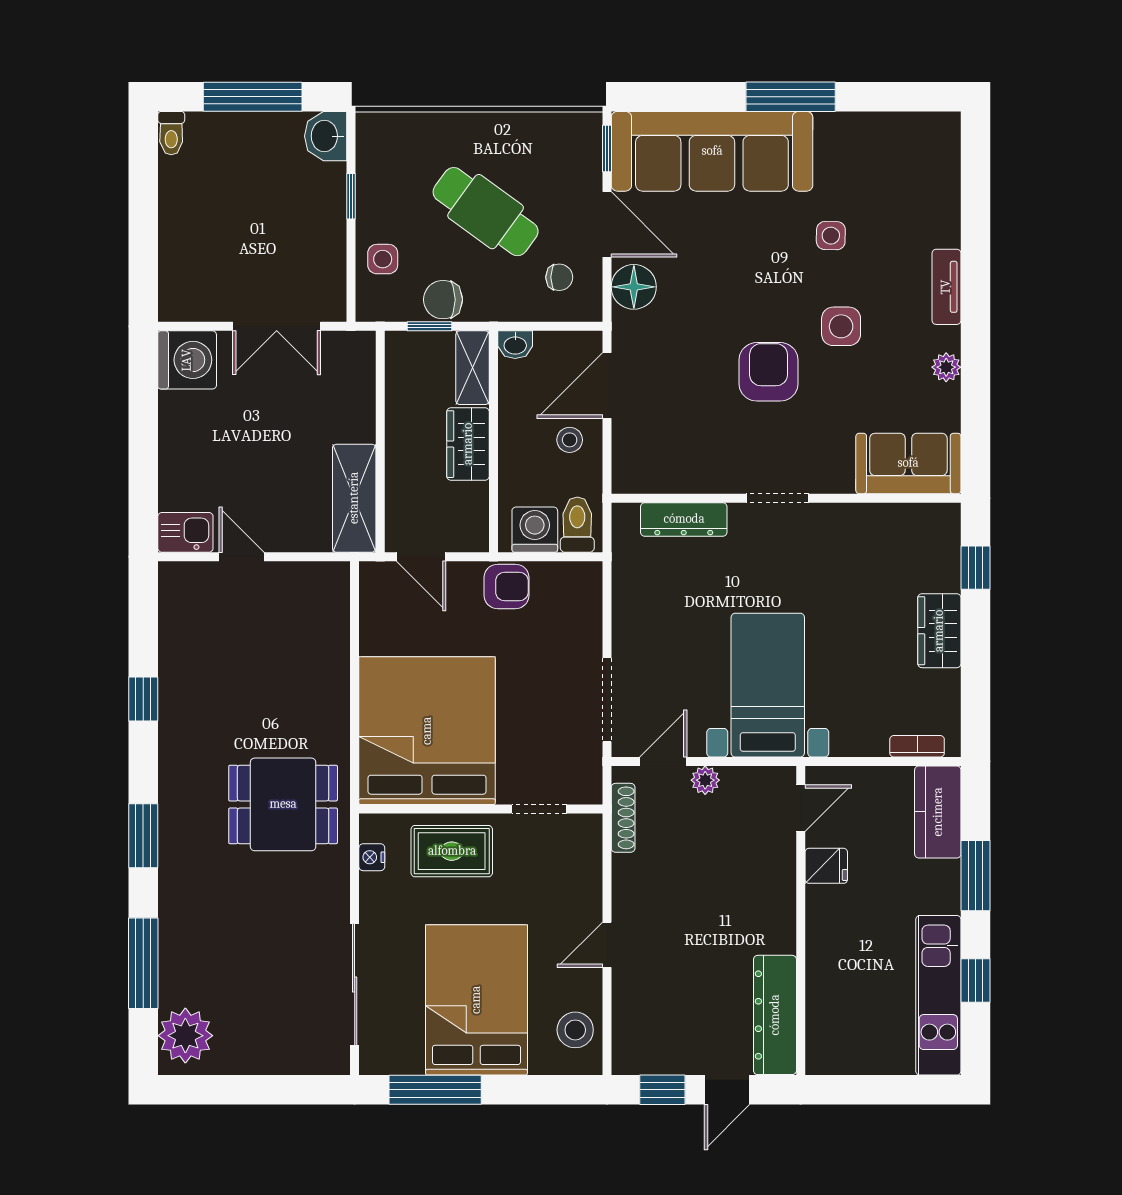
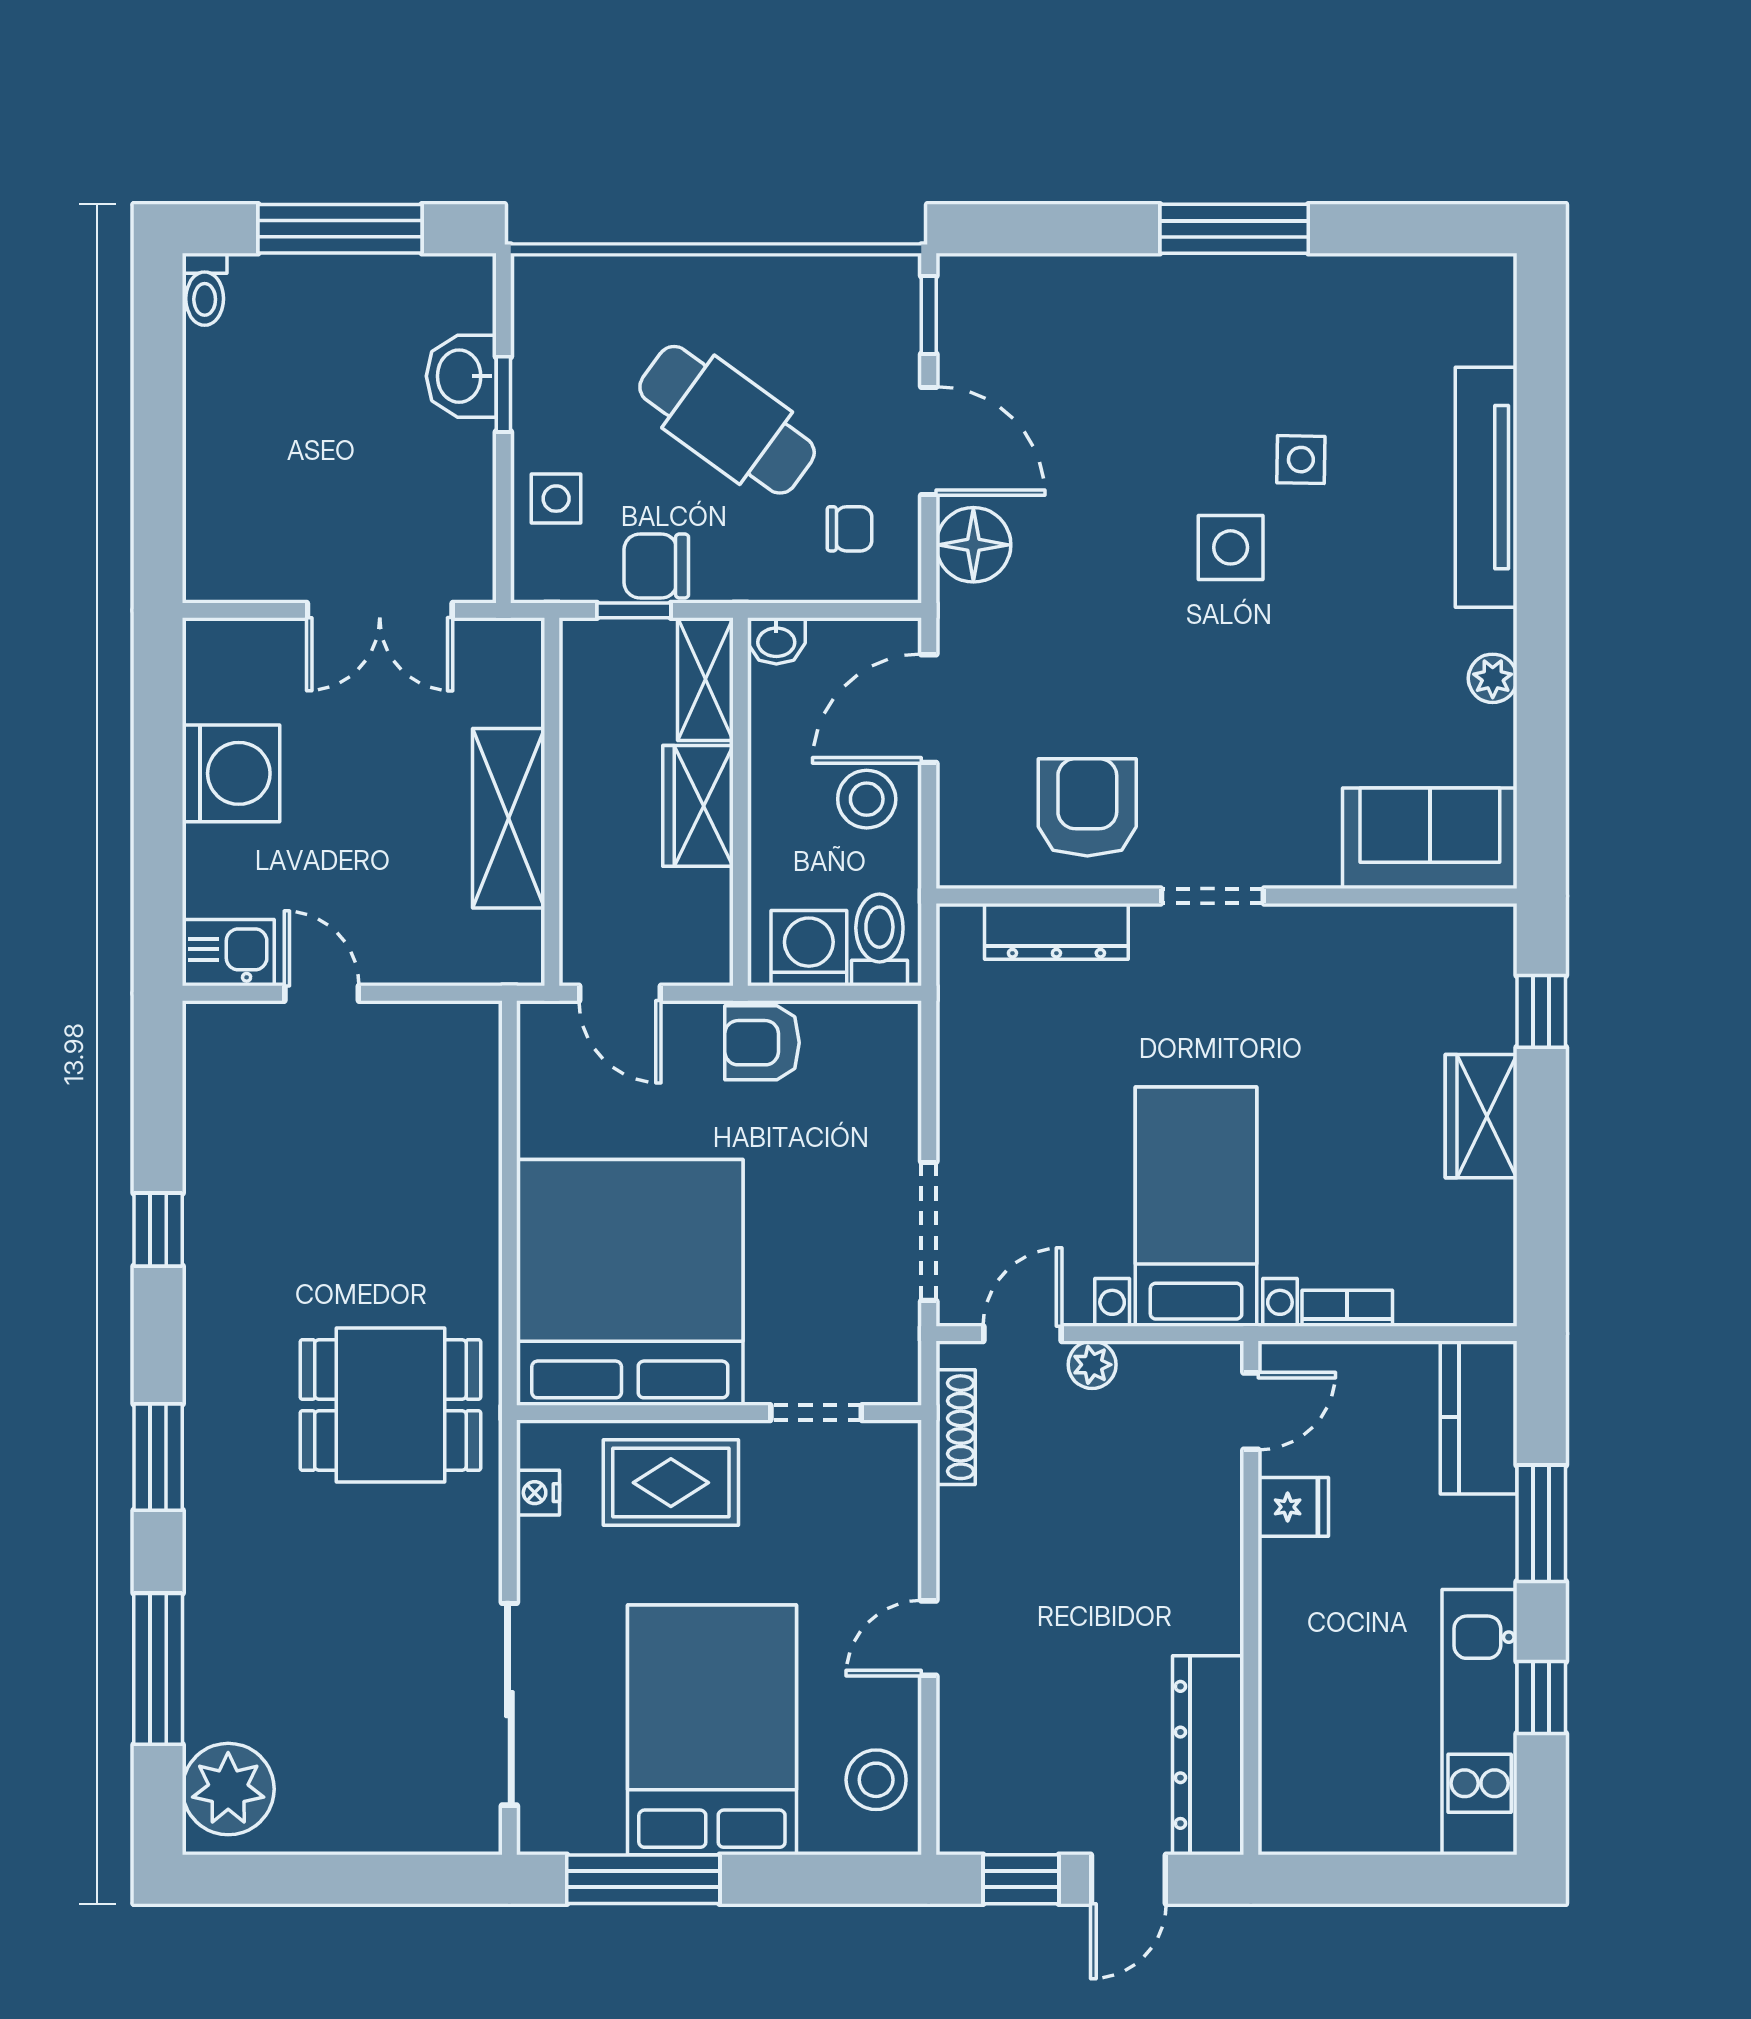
washbasin: (326, 136) -> (461, 376), moved
sofa: (712, 151) -> (1103, 319), removed
tv unit: (946, 287) -> (1486, 487), width x1.92, depth x1.29
side table: (841, 326) -> (1231, 547), moved
washing machine: (187, 360) -> (231, 773), moved
armchair: (769, 372) -> (1087, 807), moved
stool: (570, 440) -> (867, 799), width x1.37, depth x1.37
shelving: (354, 498) -> (509, 818), moved
armchair: (507, 586) -> (762, 1043), turned 180
bookcase: (917, 746) -> (1347, 1308), moved

